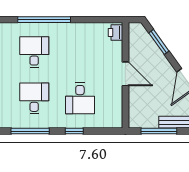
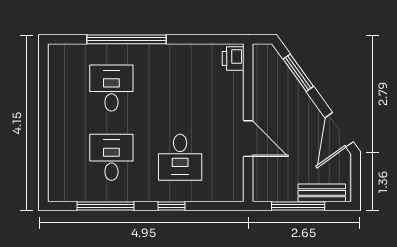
door: (125, 74) -> (248, 139), moved

